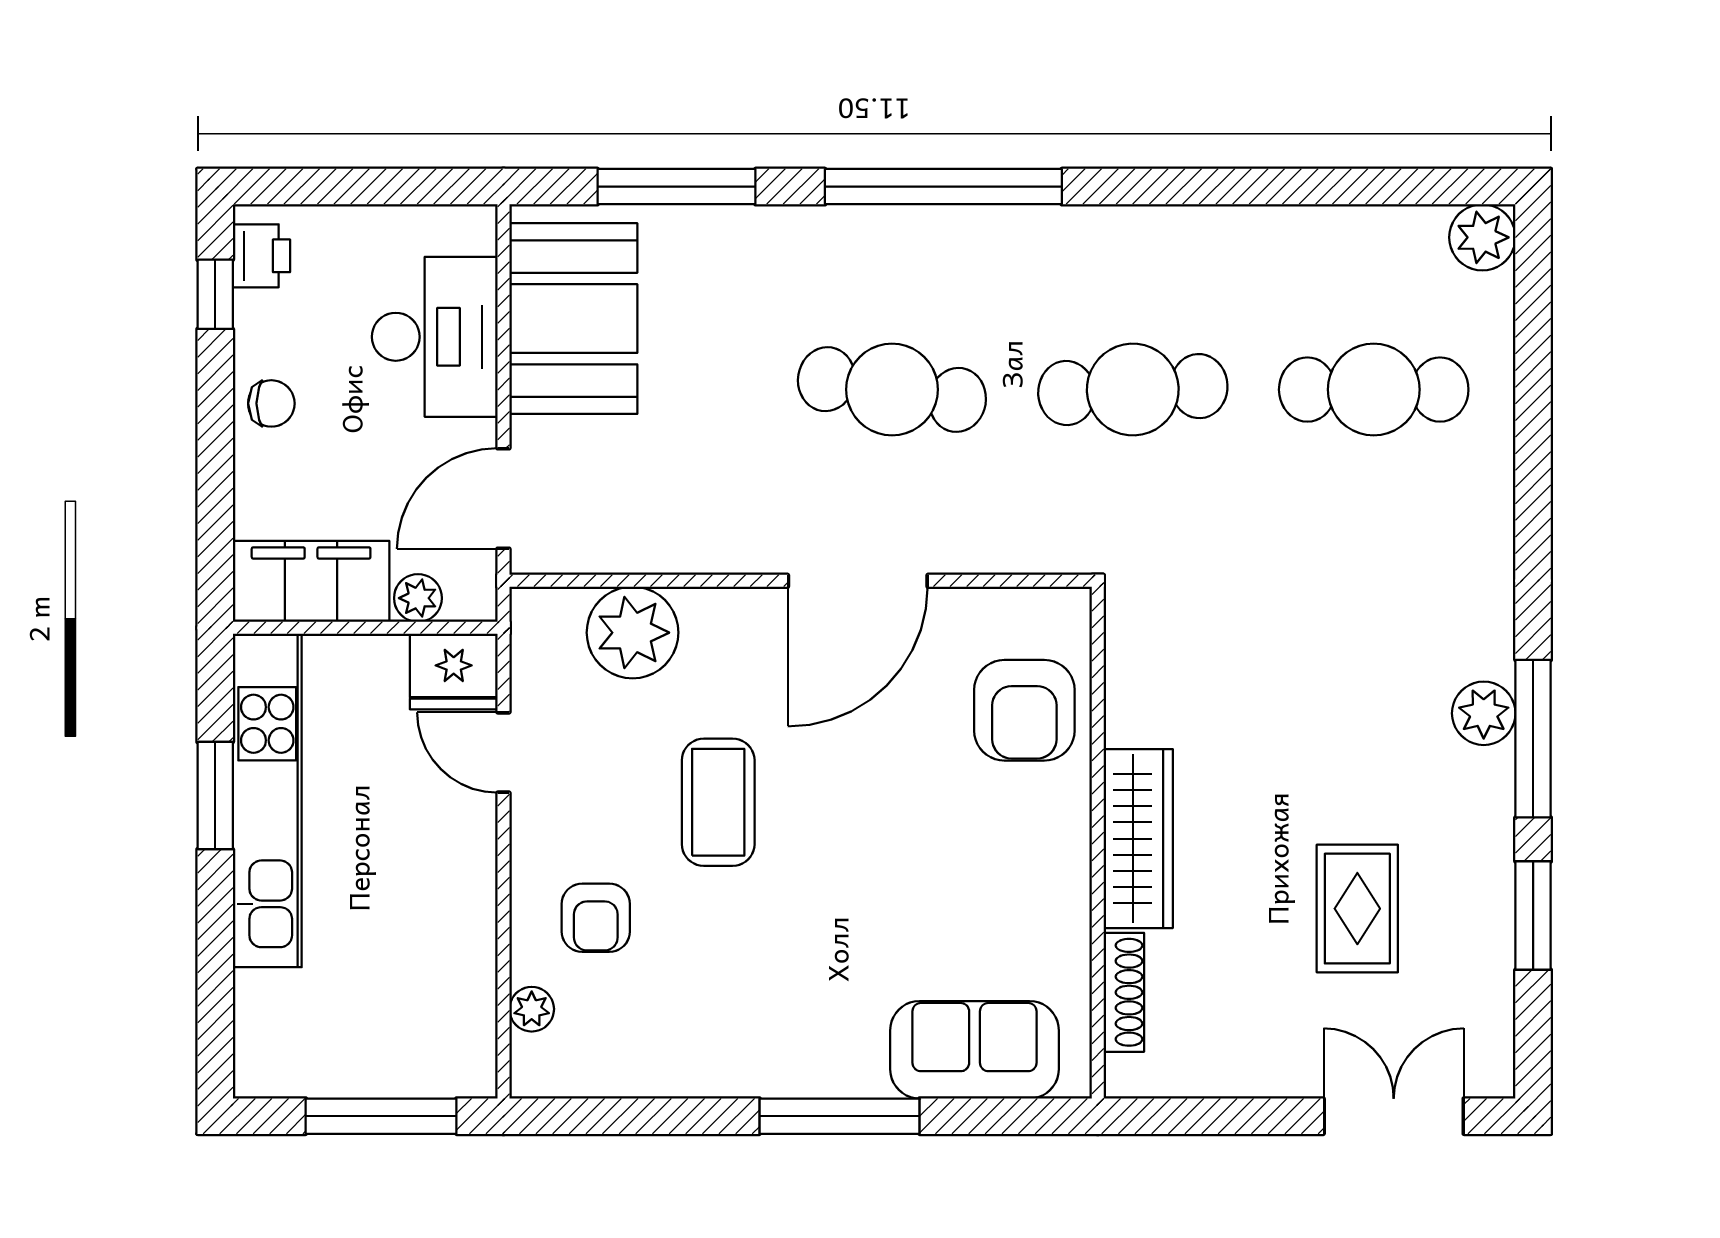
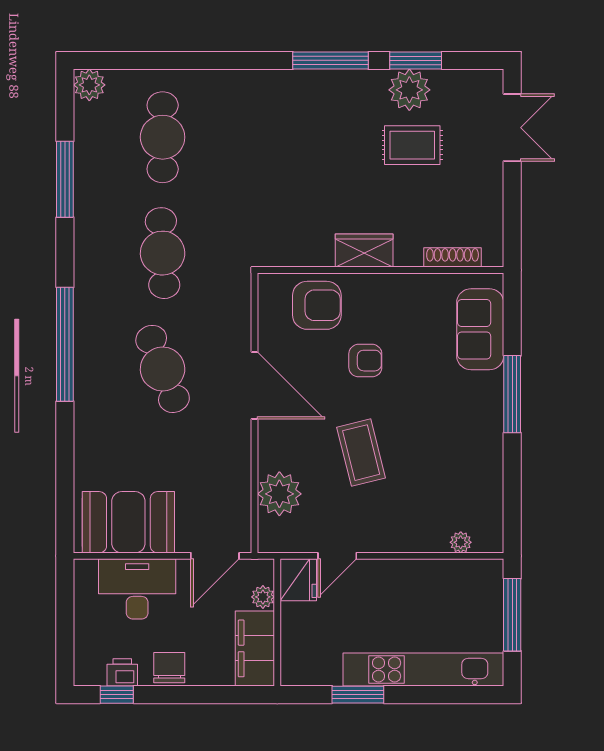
window: (677, 187) -> (65, 179), moved
printer: (261, 256) -> (122, 672), moved
cafe table: (892, 390) -> (163, 369), turned -30
chair: (271, 403) -> (169, 668), width x1.37, depth x1.37
door: (503, 498) -> (215, 556), hinge flipped
plant: (1484, 713) -> (409, 90), moved, width x1.36, depth x1.36
kitchen unit: (267, 800) -> (423, 670), moved
coffee table: (718, 802) -> (361, 453), turned 76
wardrobe: (1138, 839) -> (364, 250), width x0.67
armchair: (596, 918) -> (365, 361), moved
double door: (1394, 1116) -> (512, 128), swing flipped

